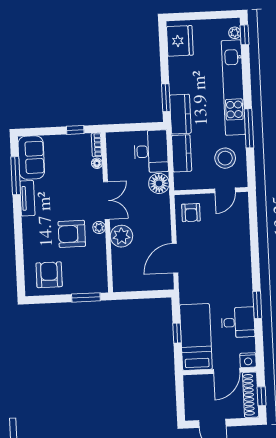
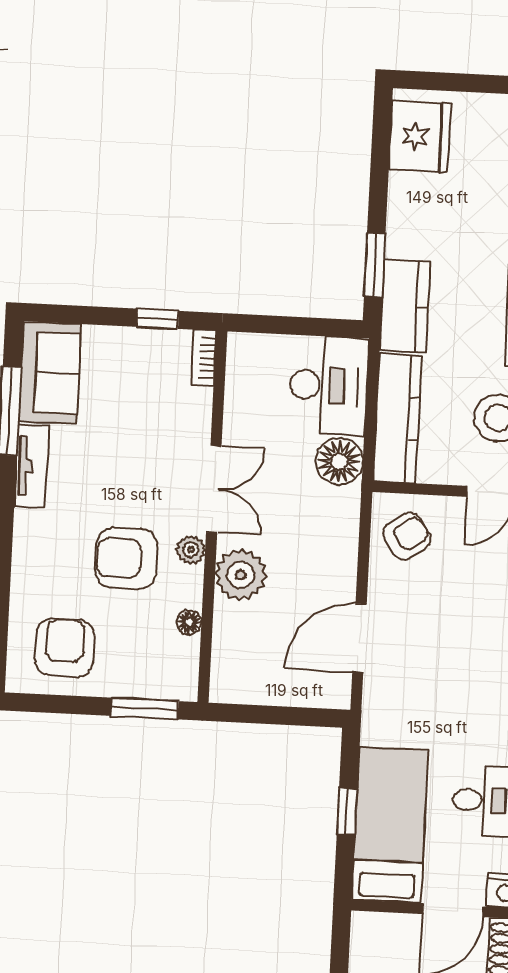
kitchen counter: (182, 153) -> (397, 418), width x1.50
floor lamp: (97, 163) -> (189, 622), moved
armchair: (191, 213) -> (407, 536), turned -125

